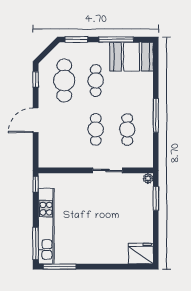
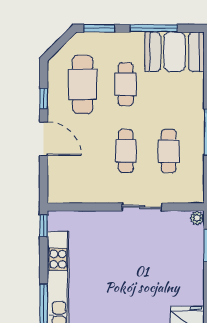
window: (36, 79) -> (44, 99), moved
door: (36, 120) -> (44, 139), swing flipped

